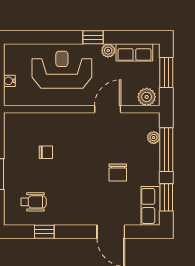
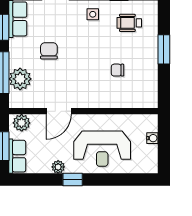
row of seats: (134, 52) -> (17, 156), moved, turned 90
plant: (154, 138) -> (20, 79), width x1.88, depth x1.88
side table: (72, 211) -> (93, 14), added

